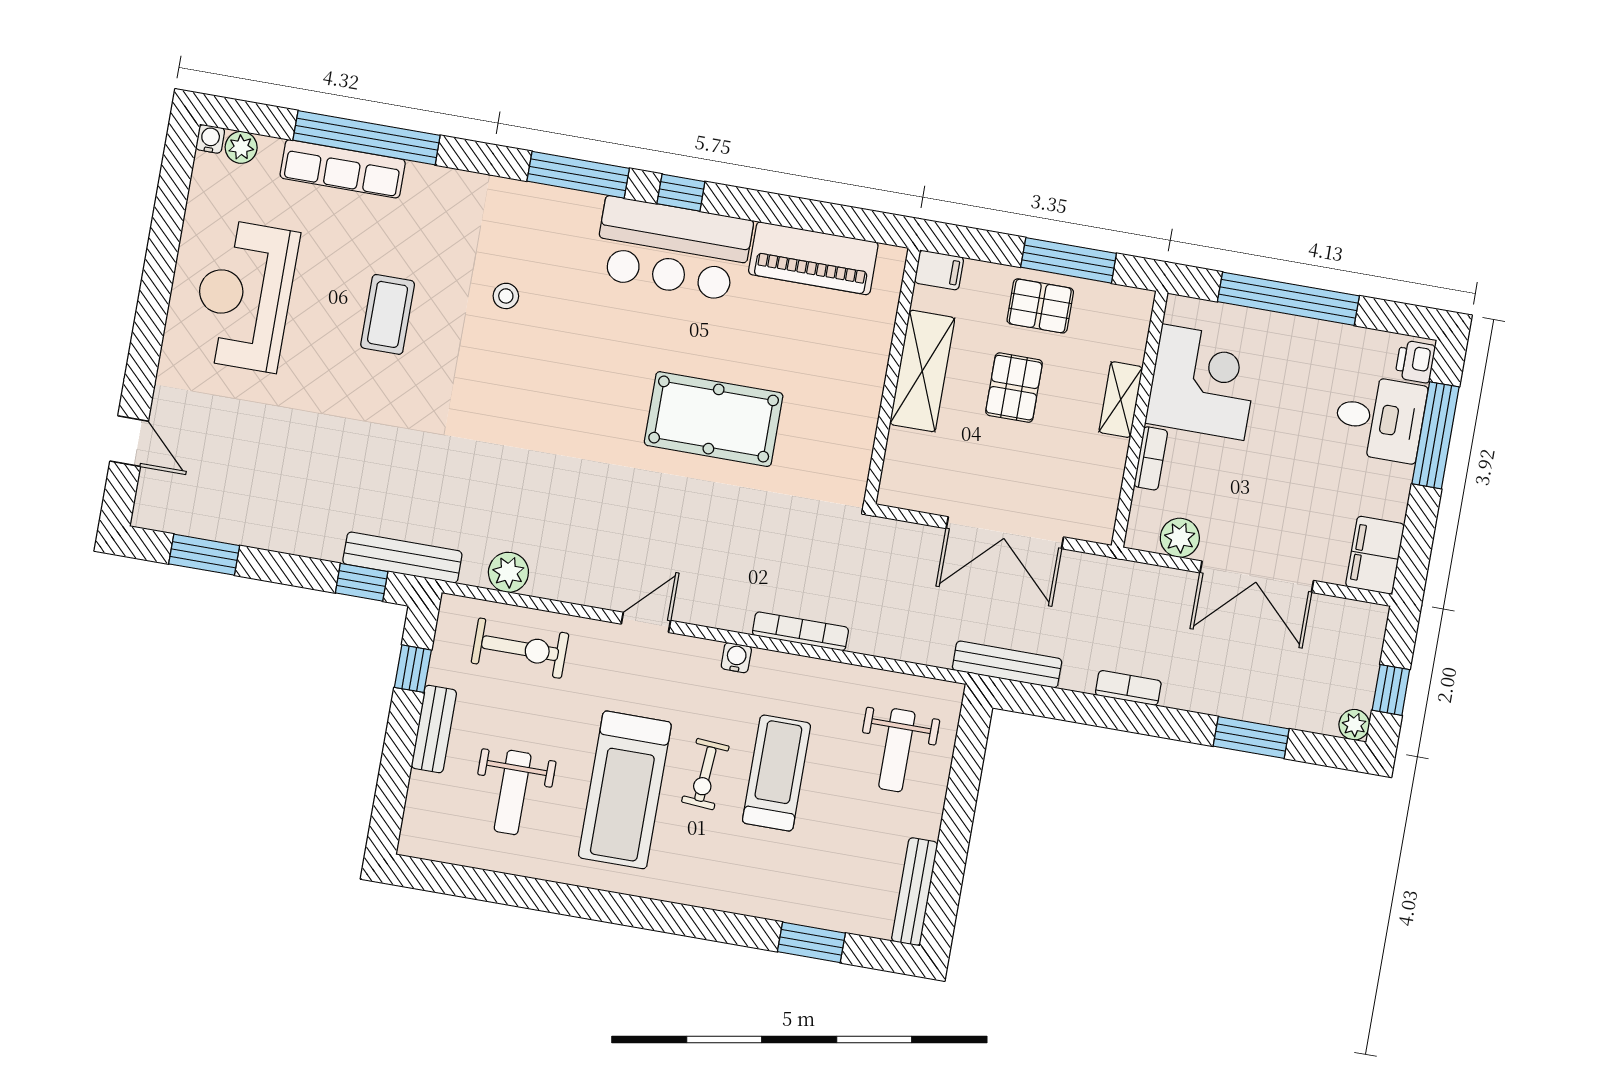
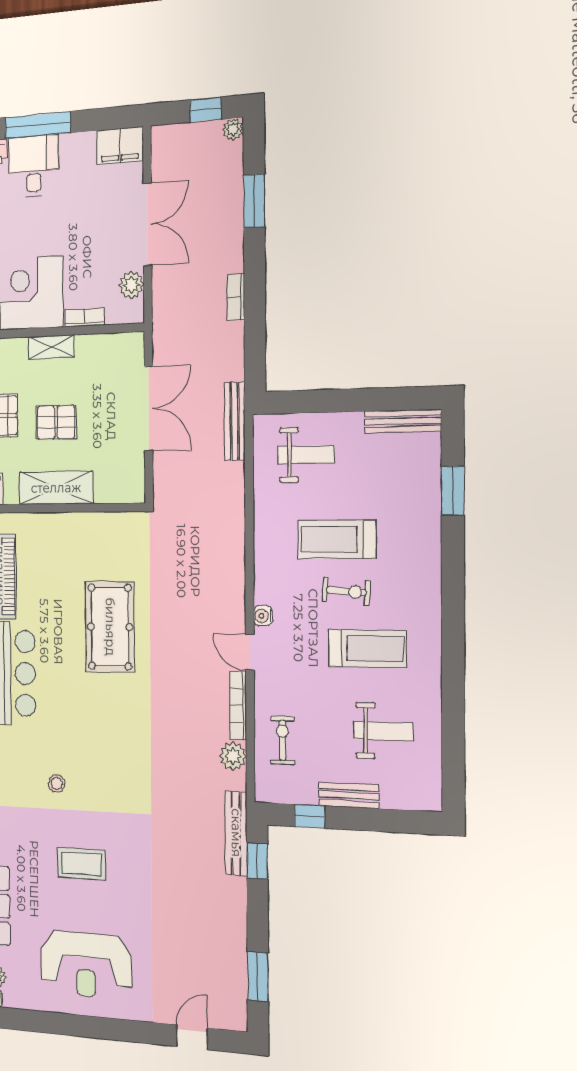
bookcase: (800, 631) -> (238, 705), moved
exercise bike: (520, 648) -> (283, 740), width x0.73, depth x0.72
water cooler: (736, 658) -> (263, 616), moved
bench: (1007, 664) -> (235, 421), moved
treadmill: (625, 790) -> (367, 649), width x0.73, depth x0.73

